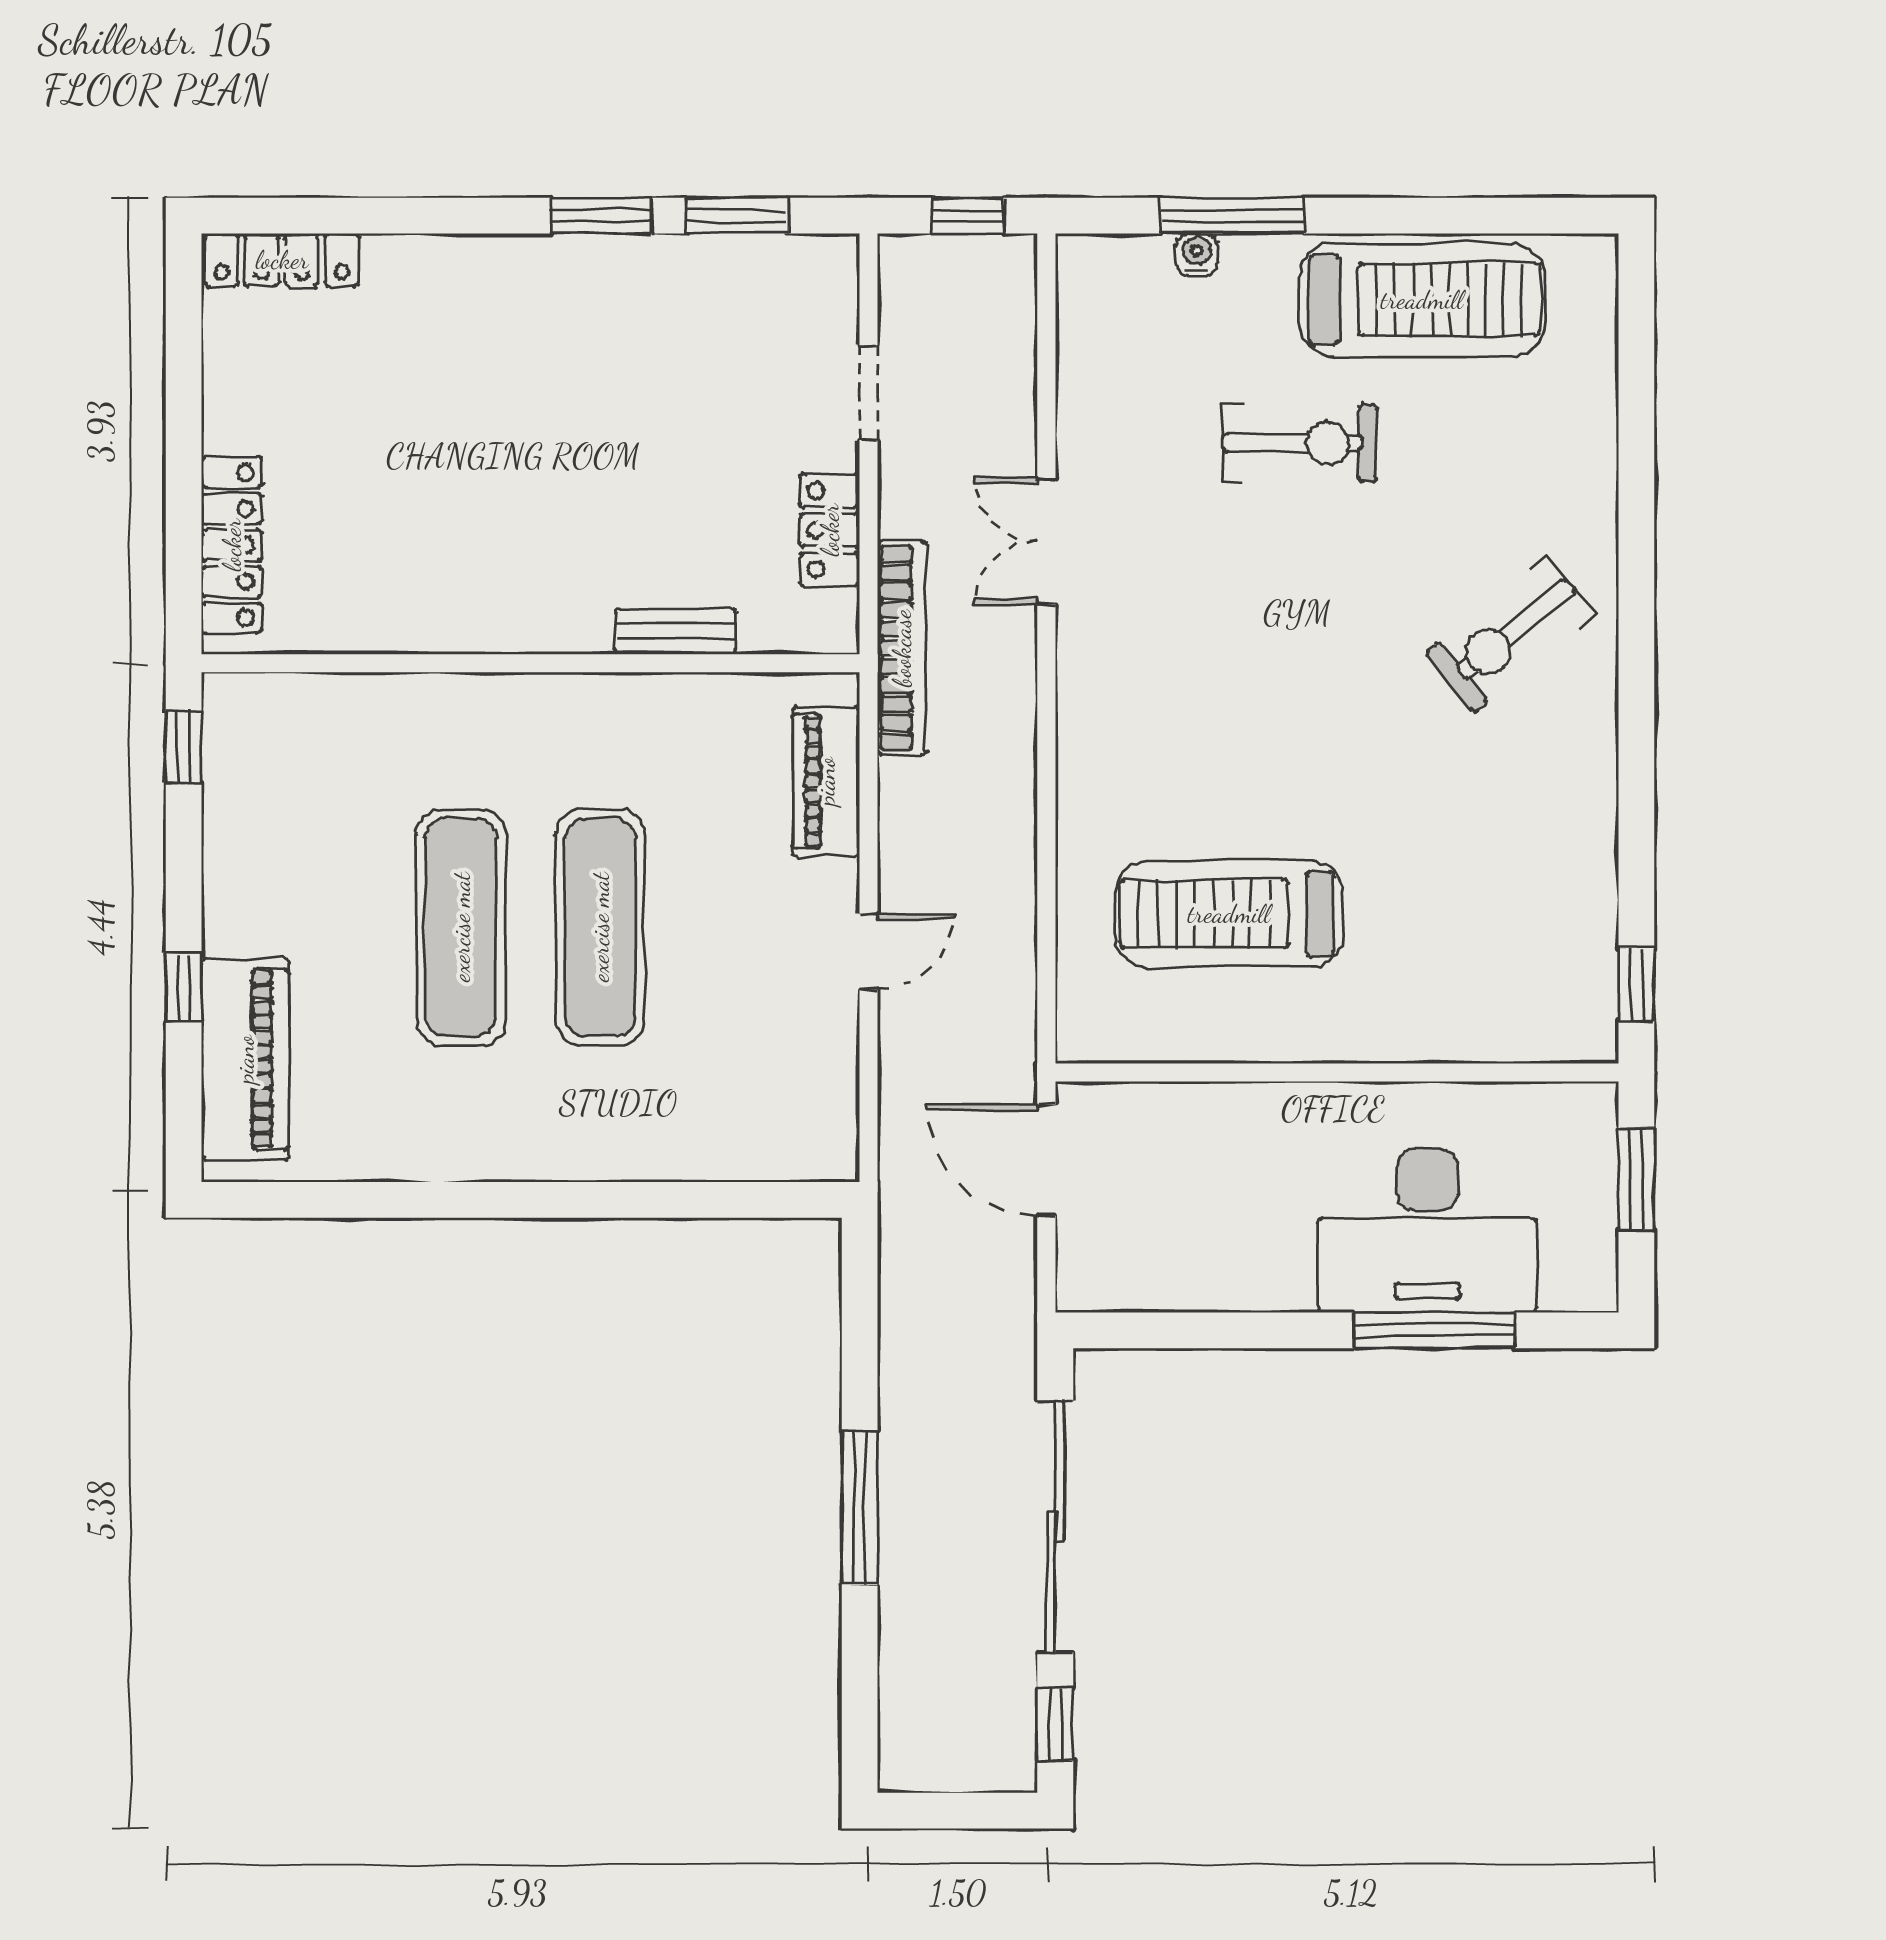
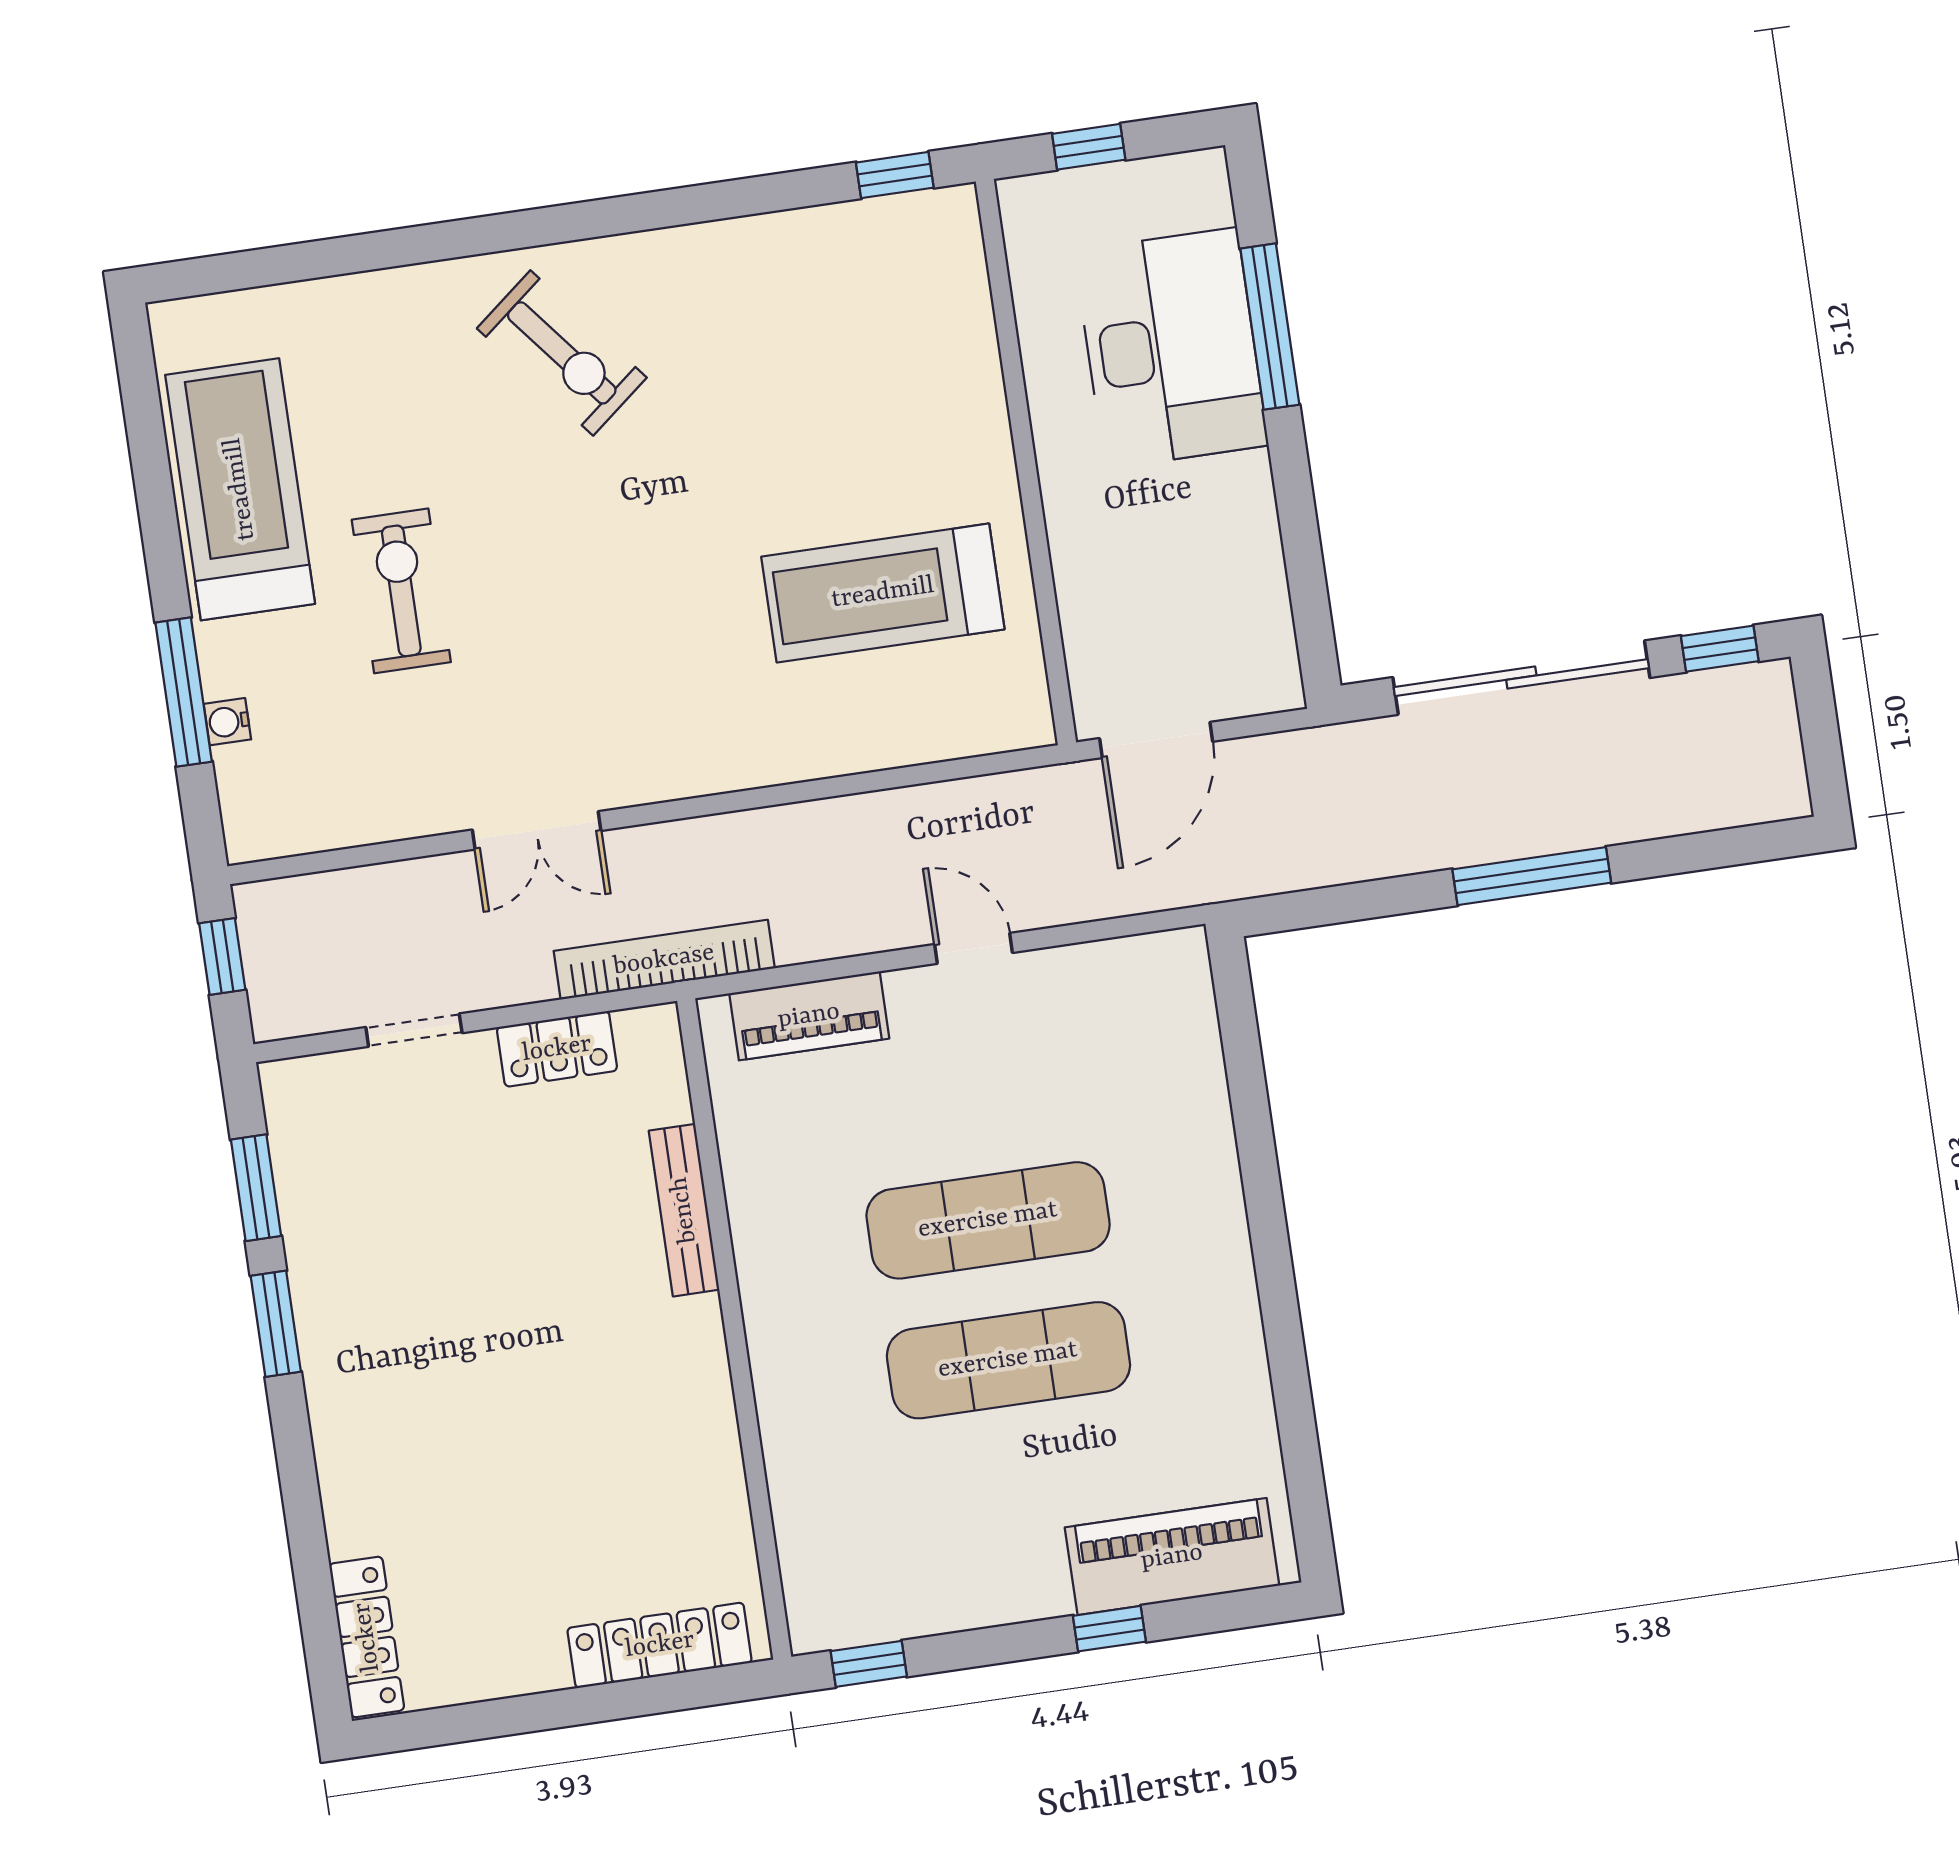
bench: (676, 631) -> (684, 1210), width x1.36
treadmill: (1229, 914) -> (883, 593), turned 90
window: (1636, 1179) -> (1089, 147), width x0.67

